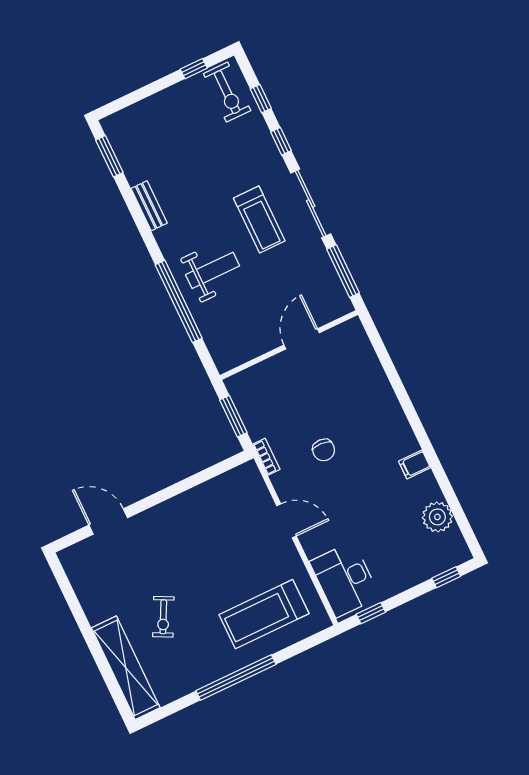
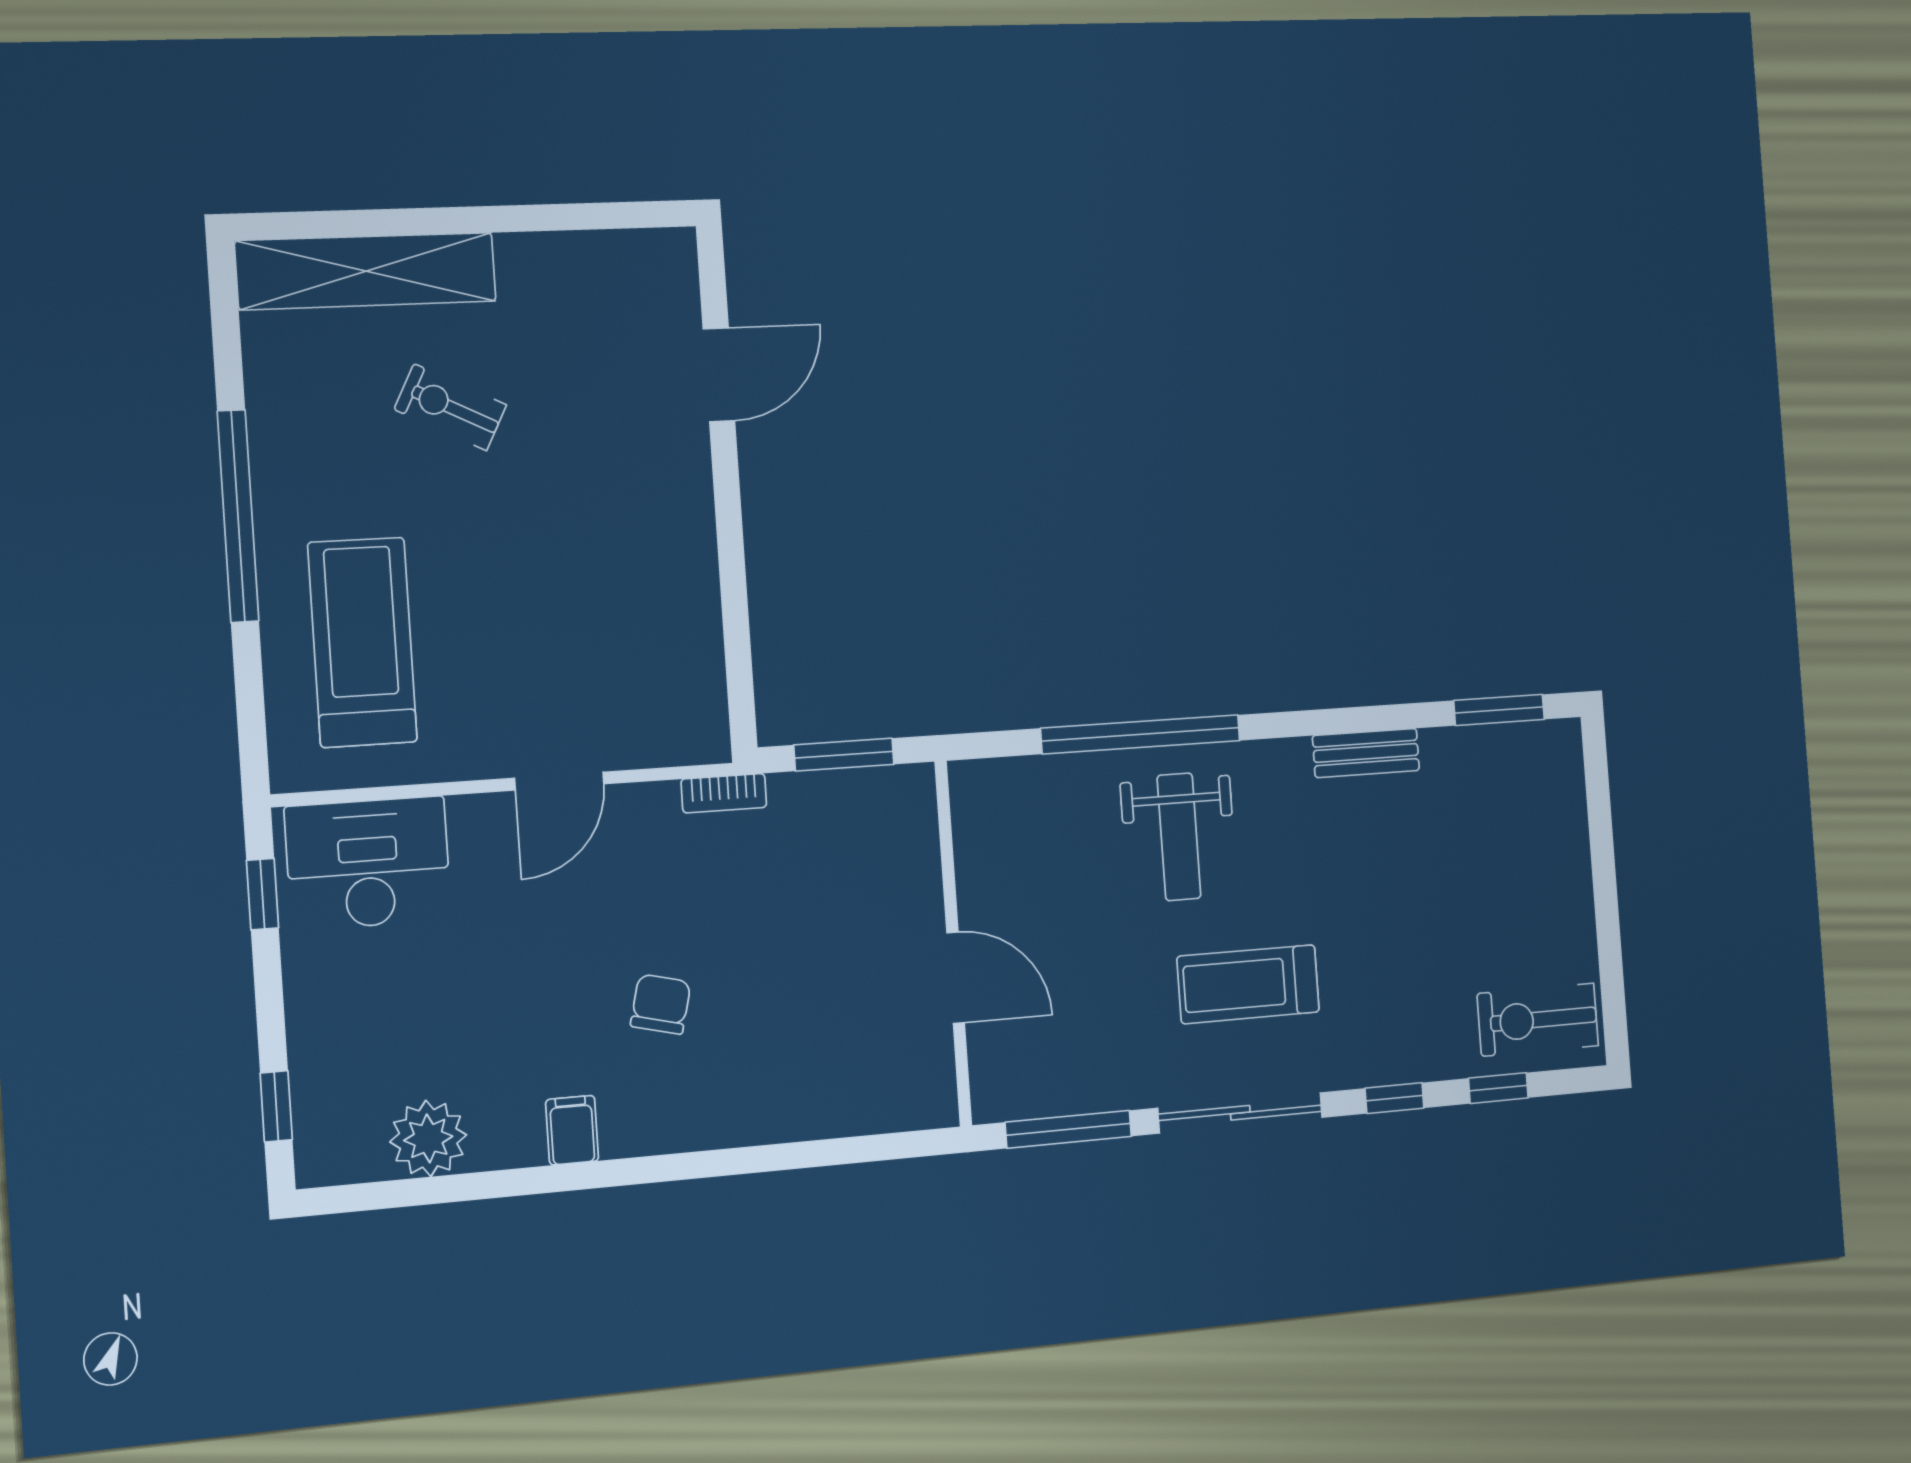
window: (194, 69) -> (1611, 967), removed
chair: (324, 450) -> (661, 1004), moved, turned 101

